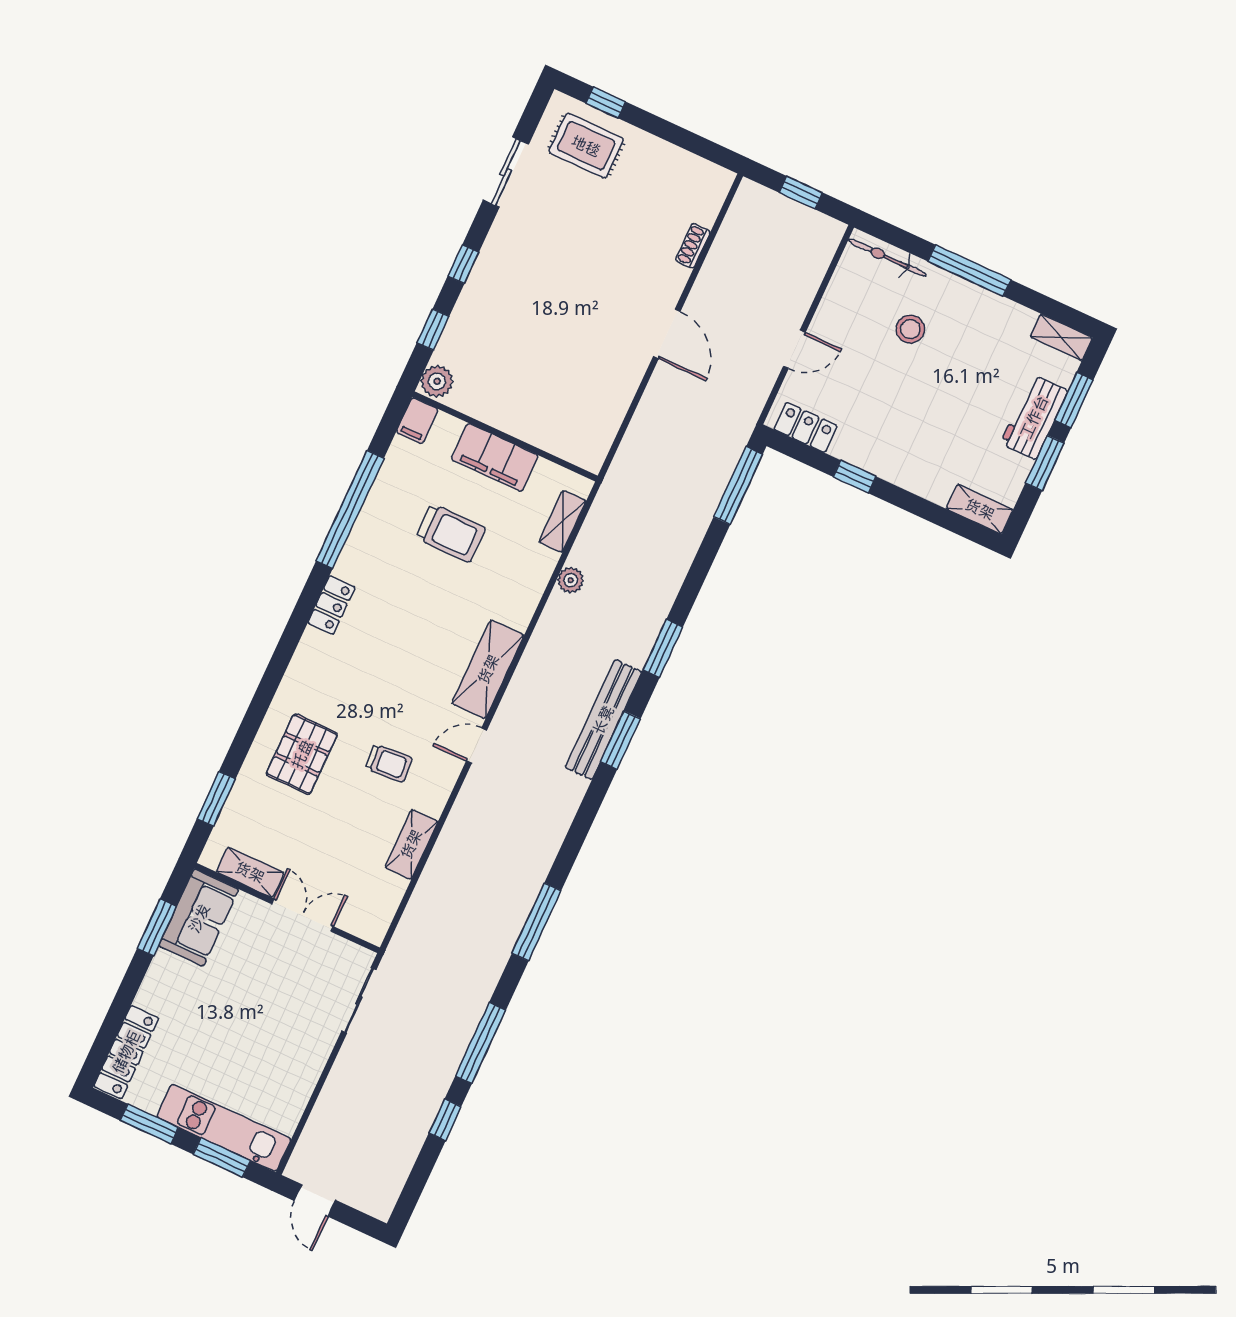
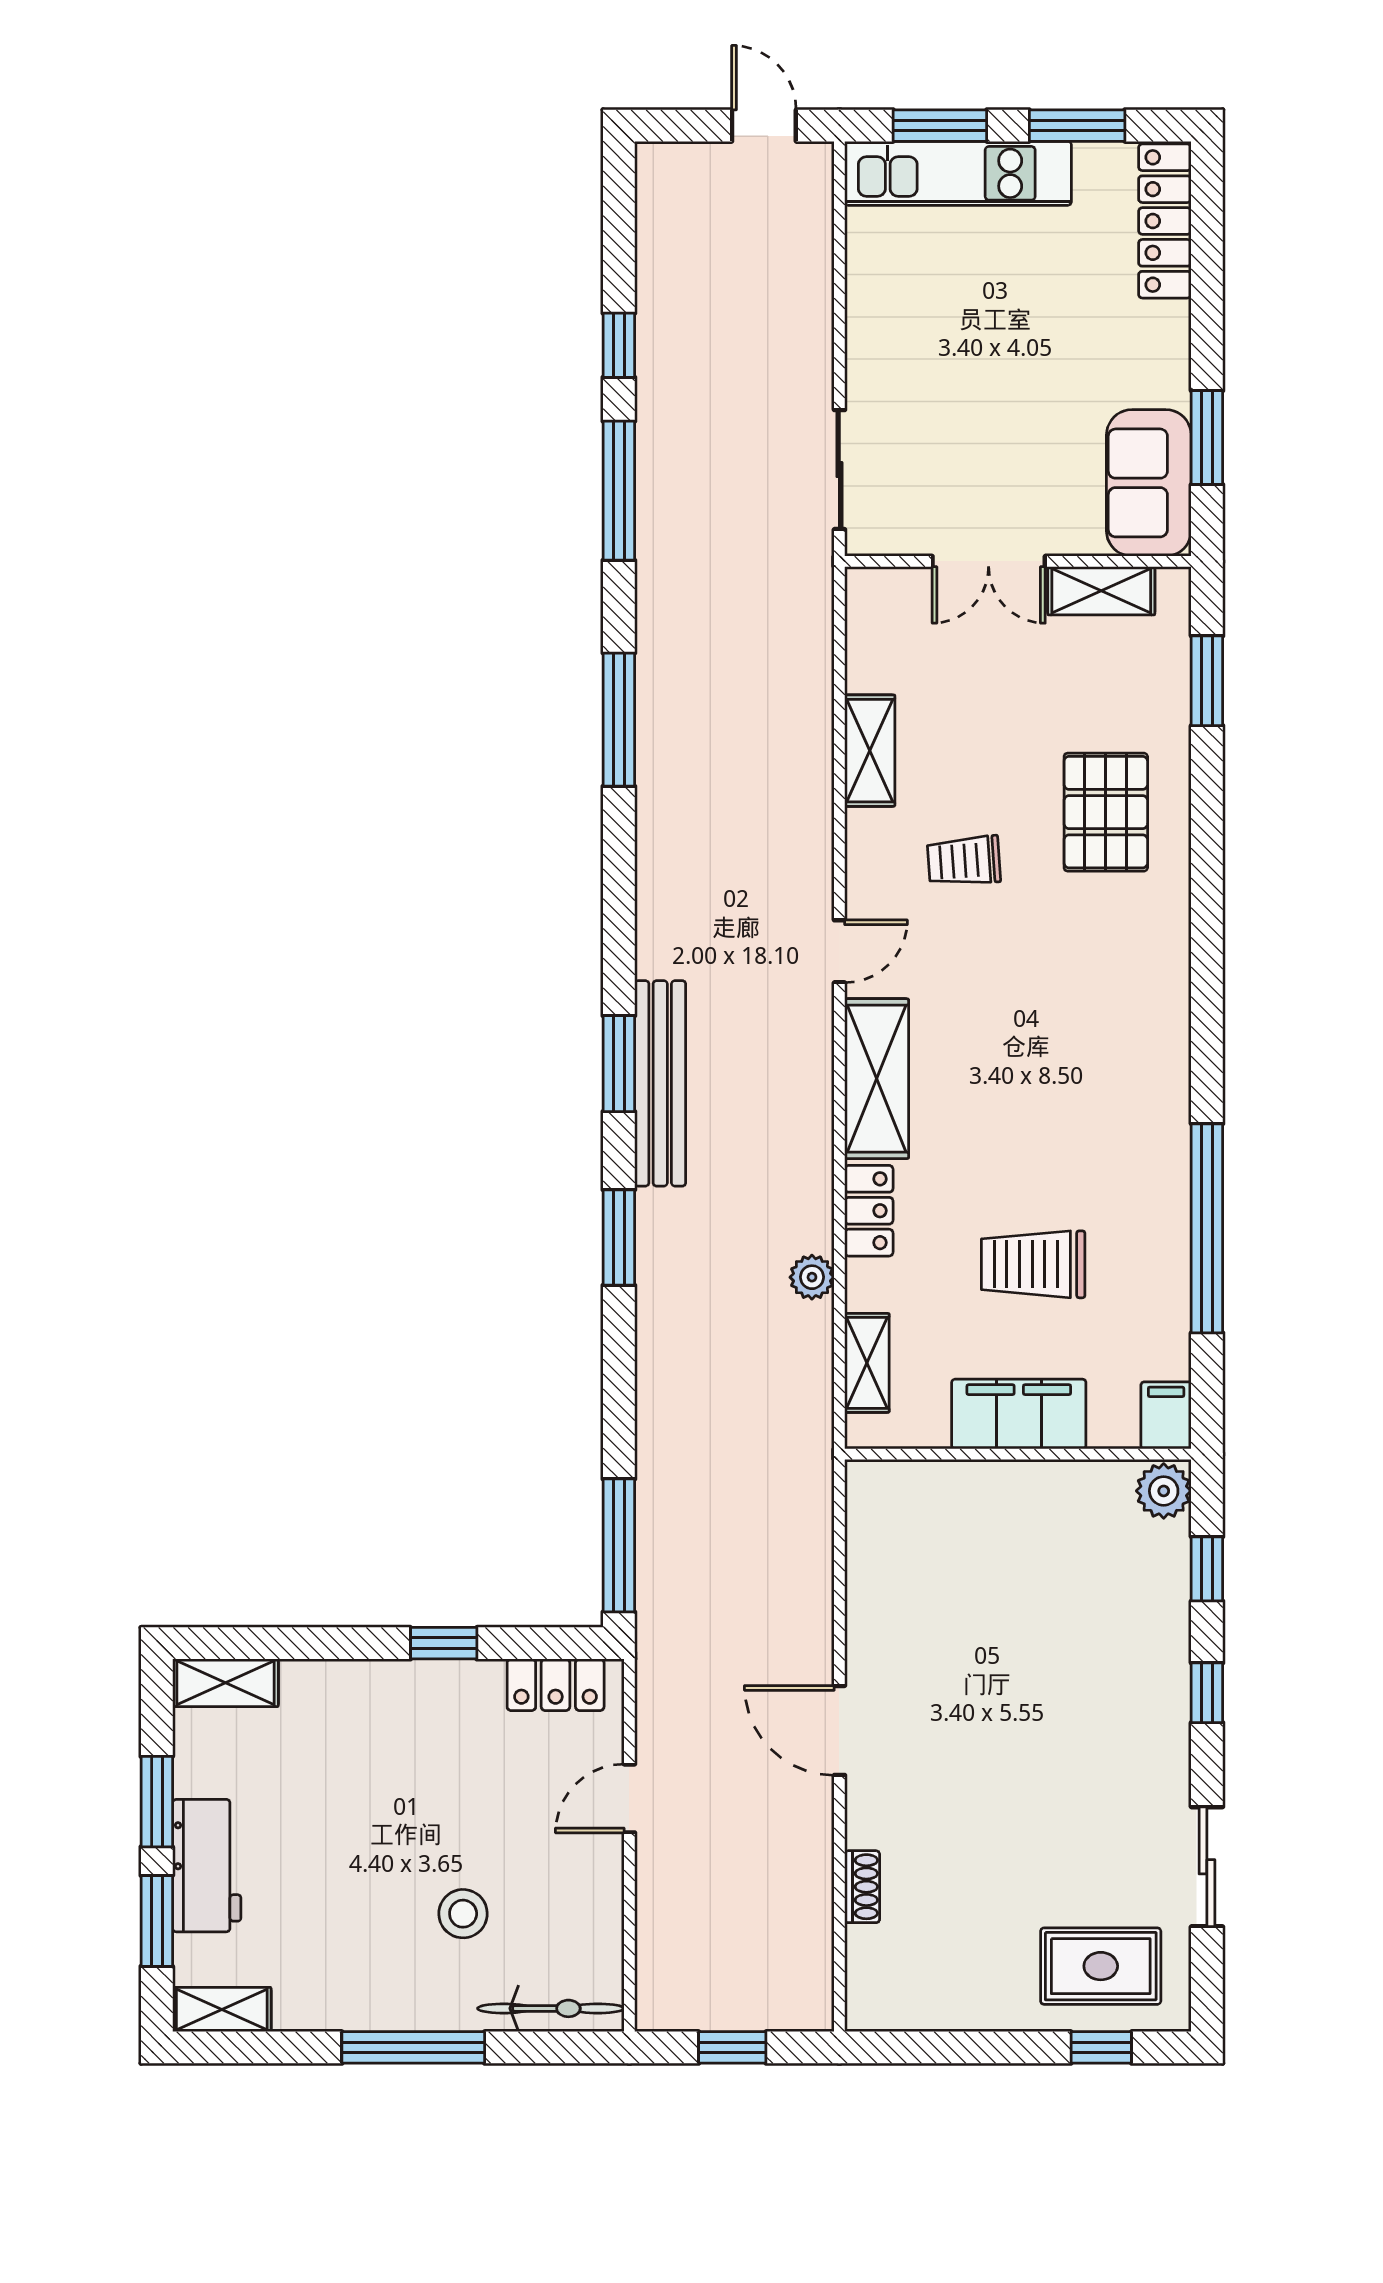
locker: (331, 605) -> (869, 1211), moved, turned 180

